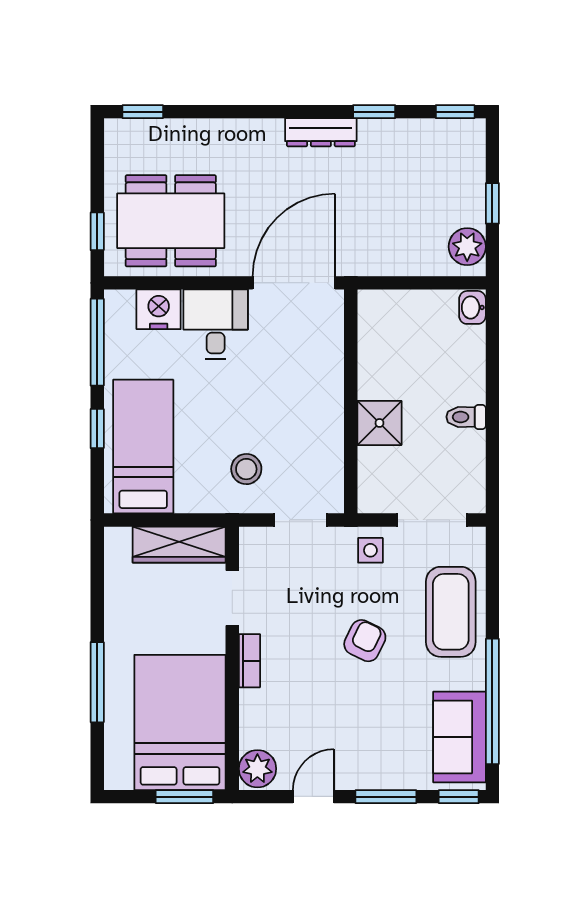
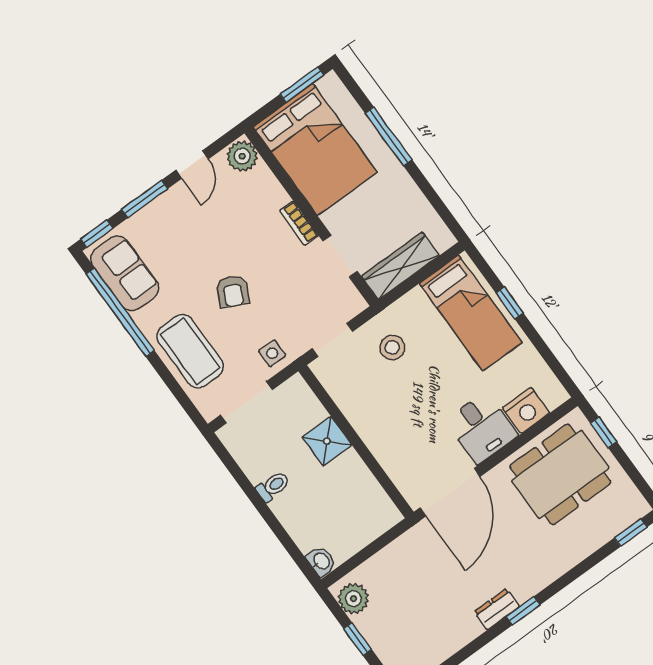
window: (374, 112) -> (523, 611), moved
dresser: (321, 132) -> (497, 609), width x0.70
window: (97, 342) -> (551, 360), removed
window: (184, 797) -> (302, 85), moved

